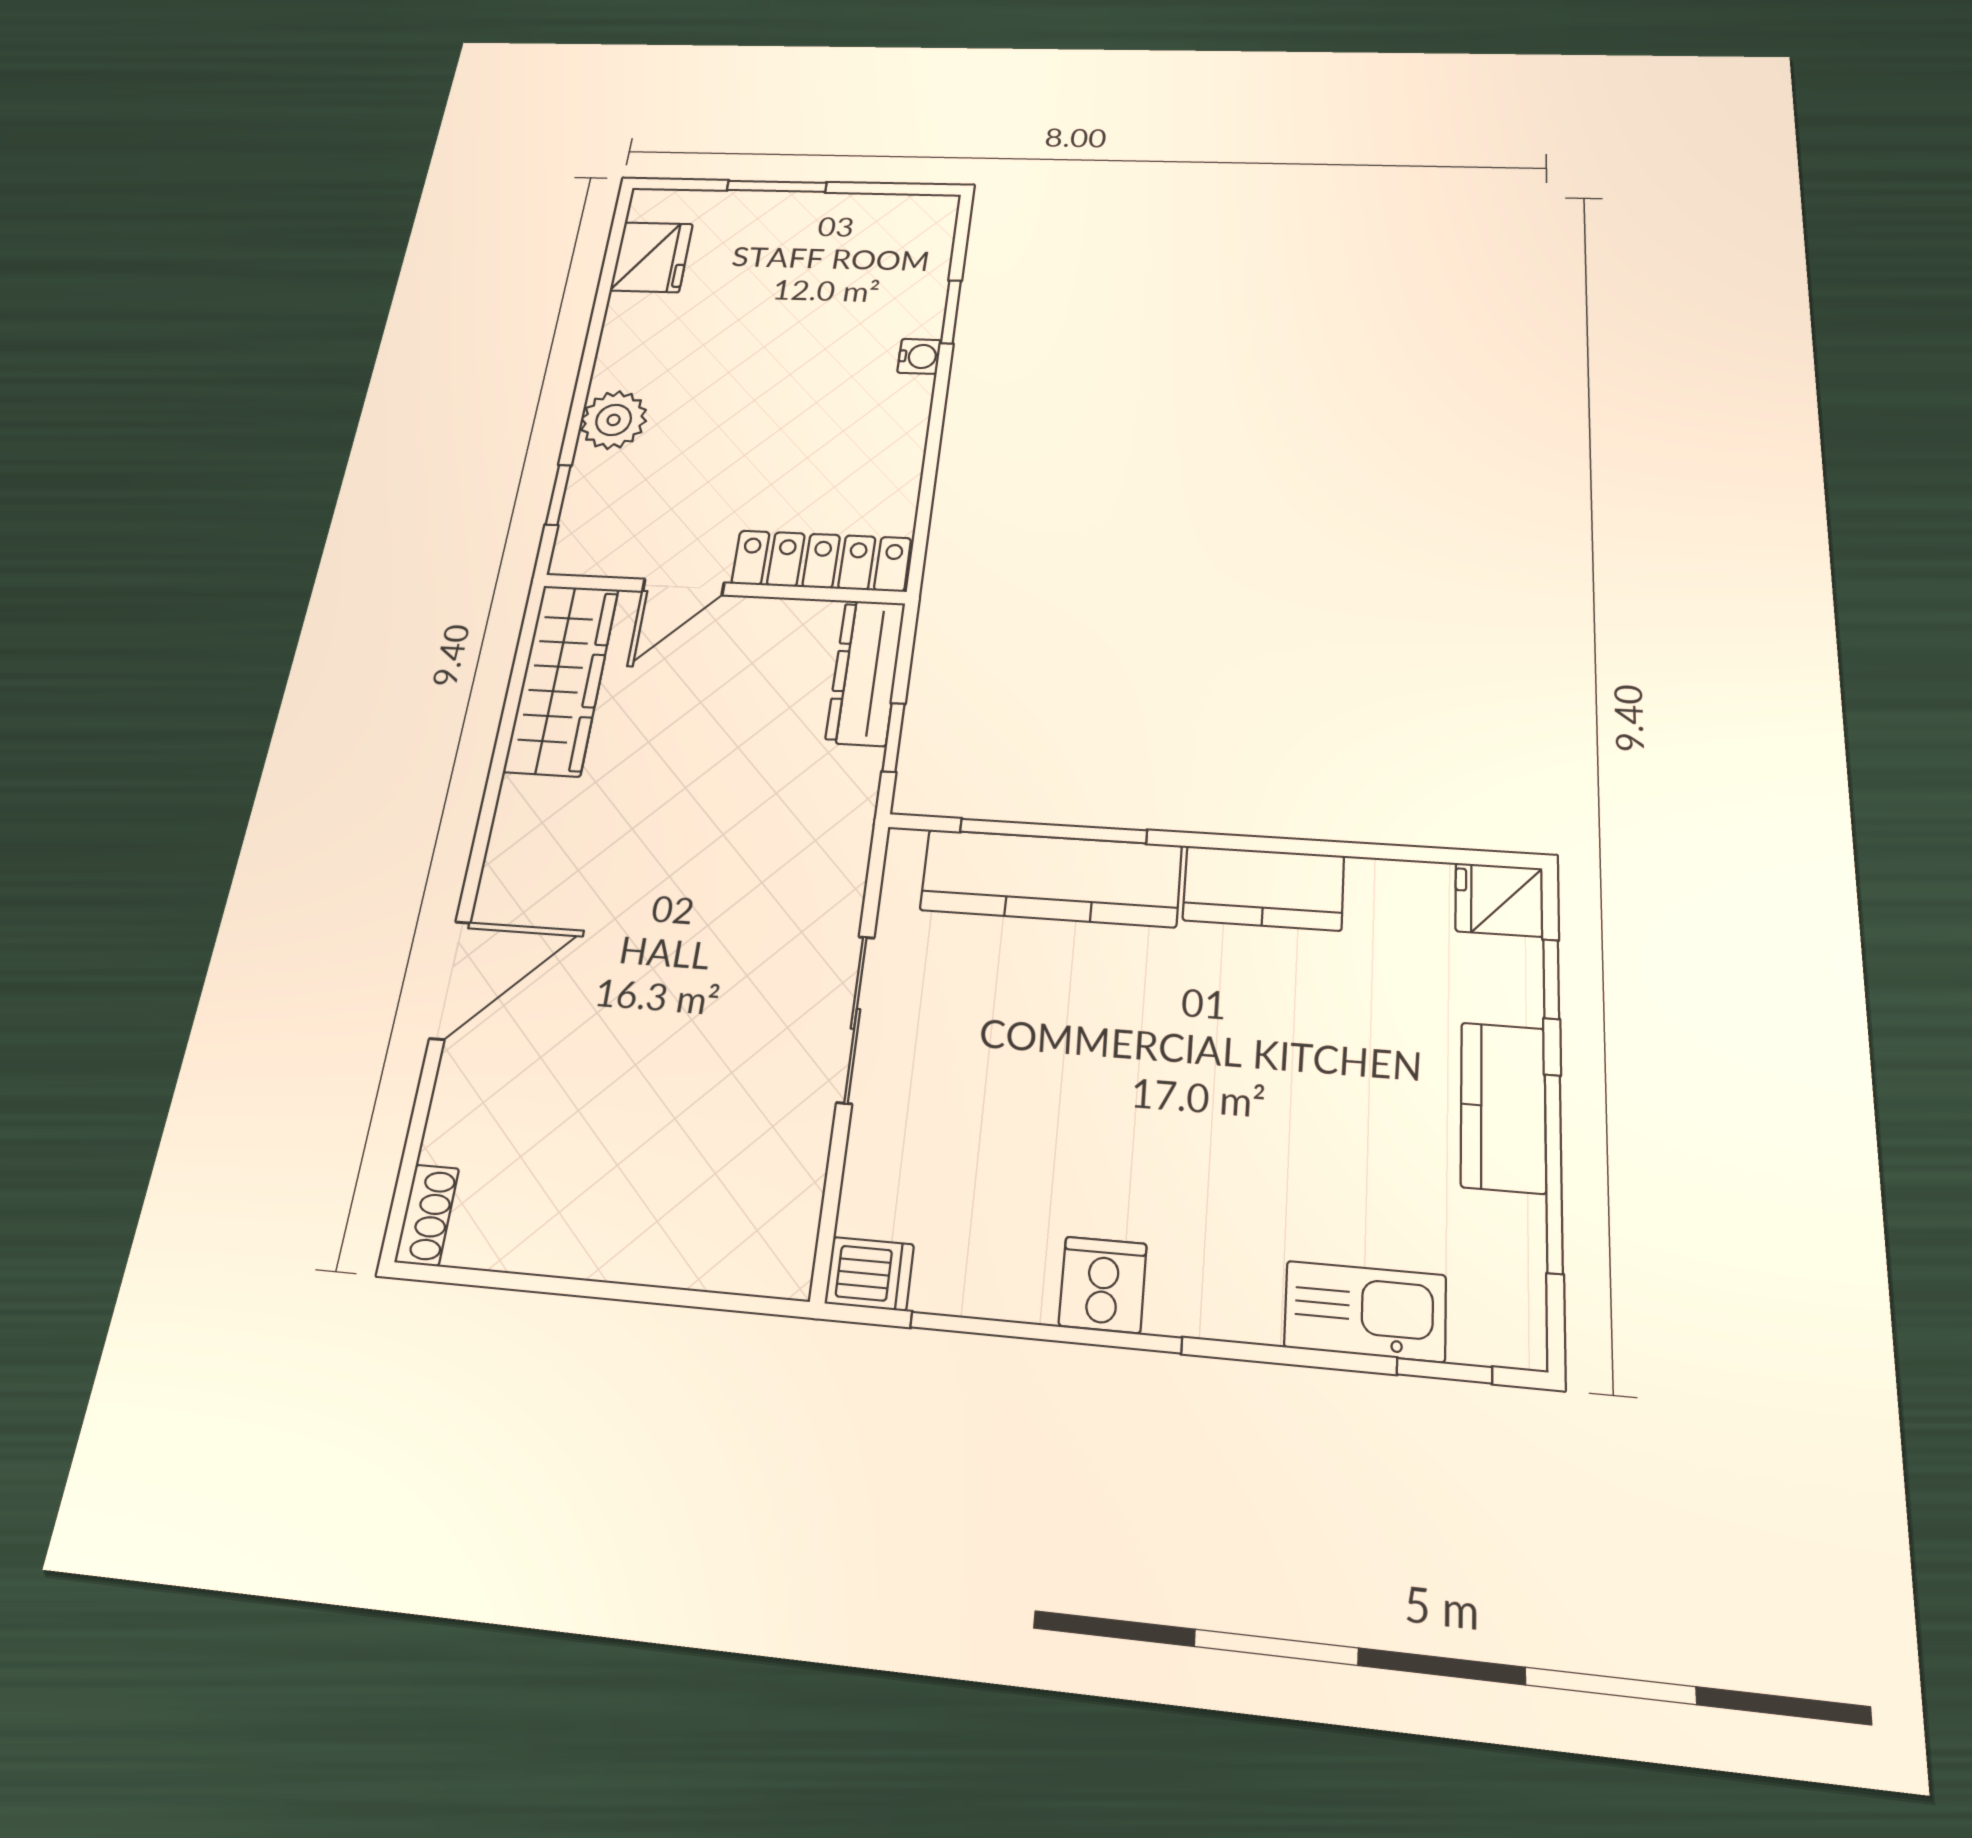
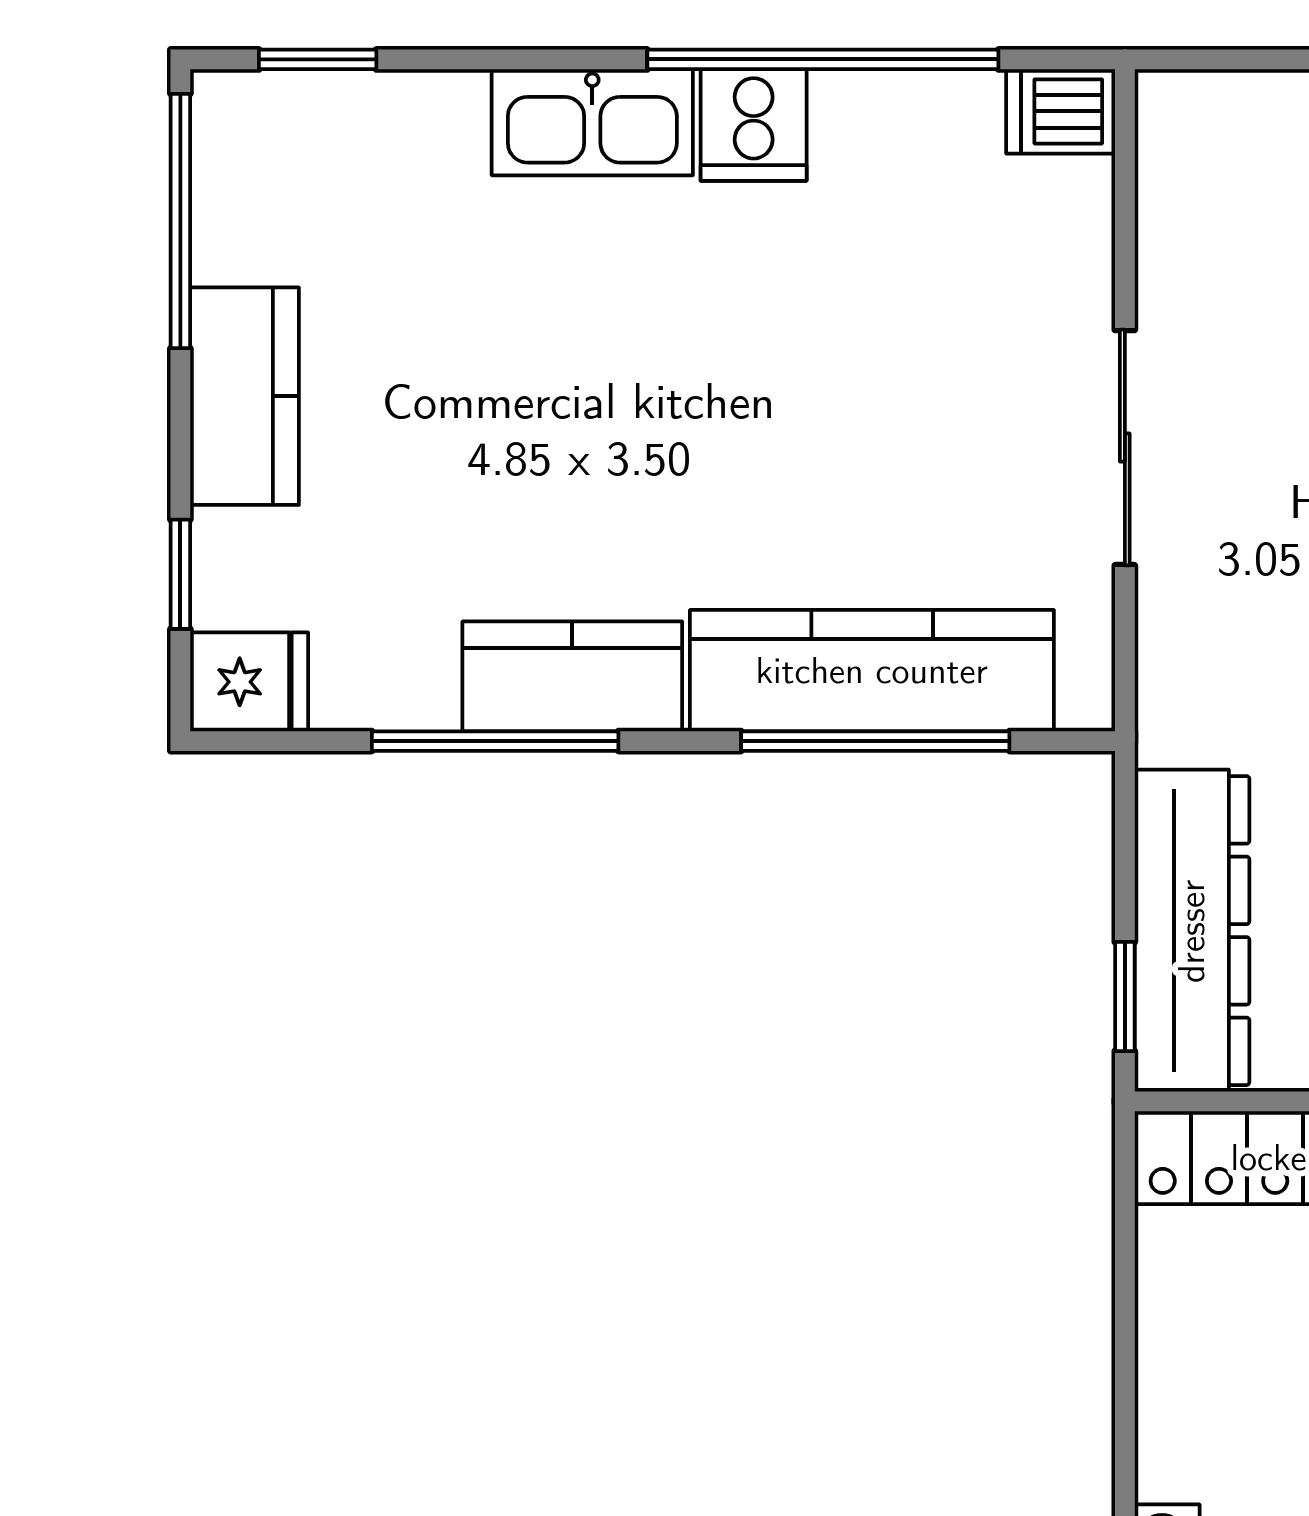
dresser: (866, 672) -> (1192, 931), width x1.37, depth x1.24
window: (894, 737) -> (1125, 996), moved
window: (1321, 848) -> (495, 741), added
window: (1554, 1172) -> (180, 221), moved
kitchen sink: (1365, 1311) -> (592, 122), moved

